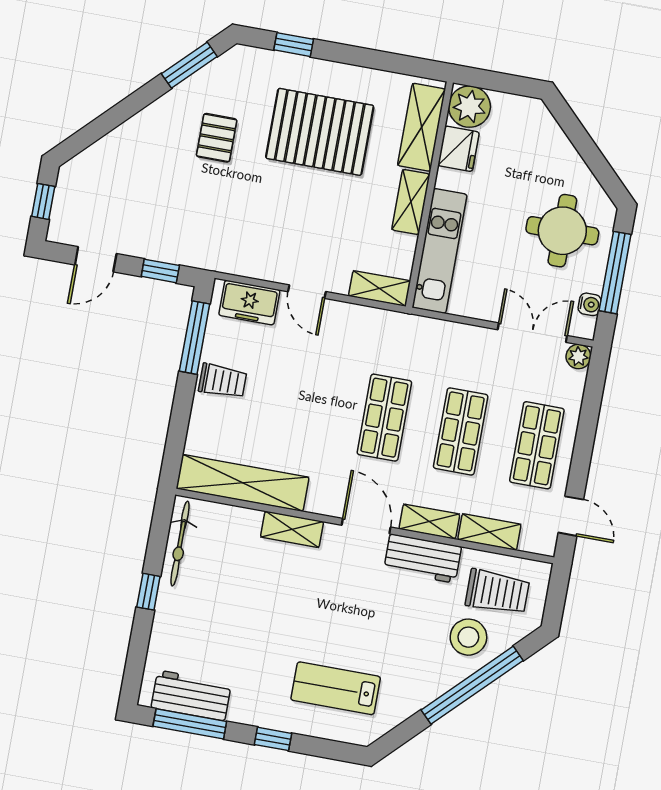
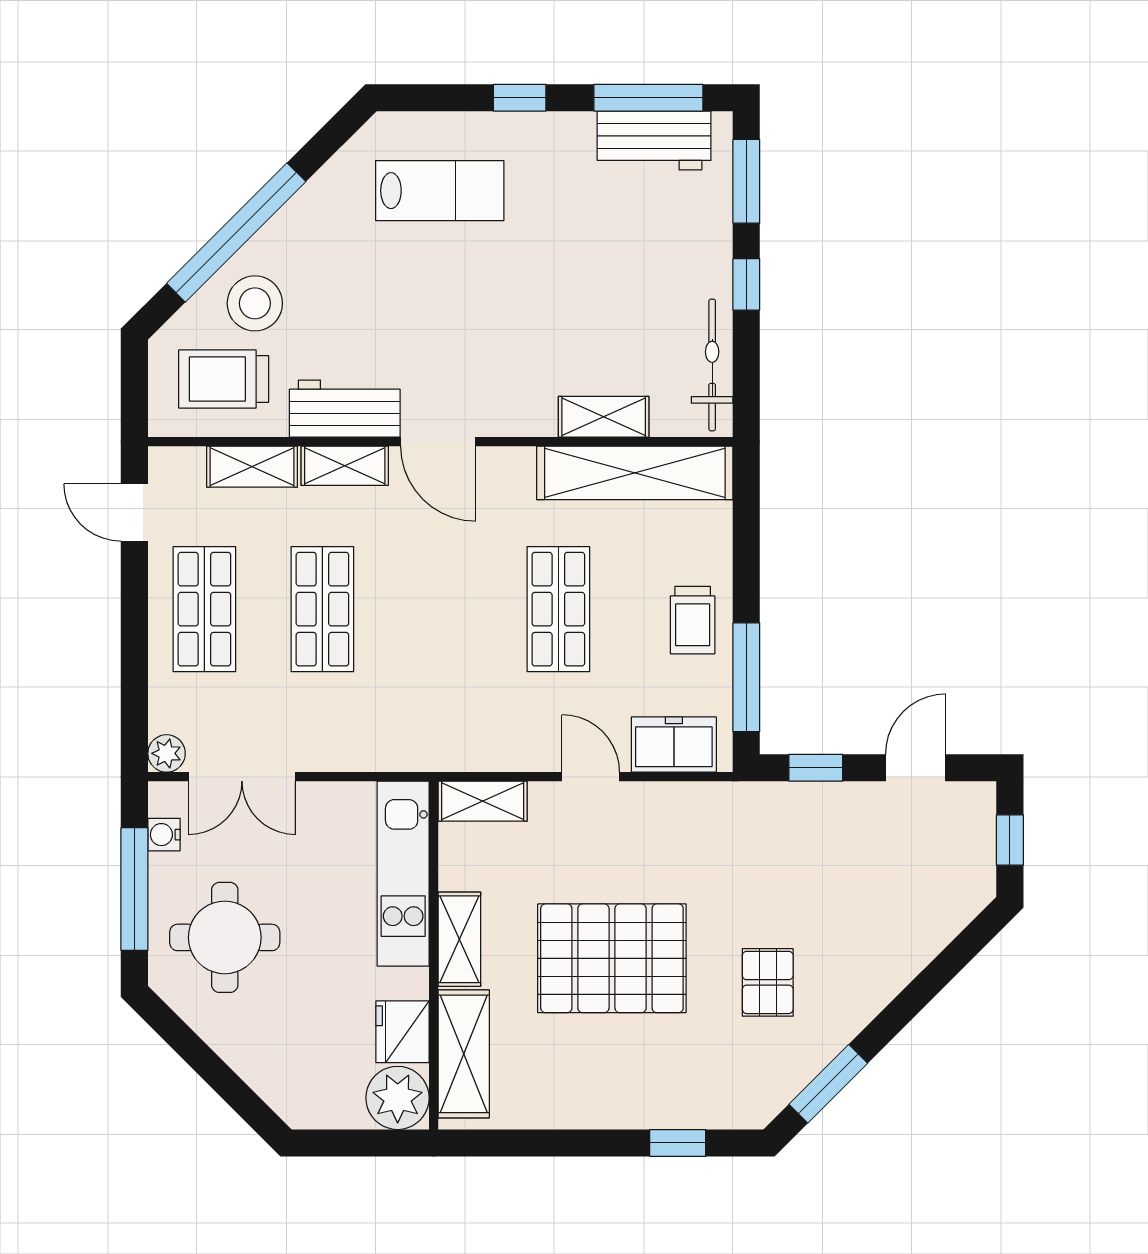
pallet: (320, 132) -> (612, 958), moved
trolley: (223, 381) -> (693, 620), turned -90
shop shelf: (384, 418) -> (558, 609), moved
shelving: (292, 529) -> (604, 417), moved
window: (136, 658) -> (746, 181), added

